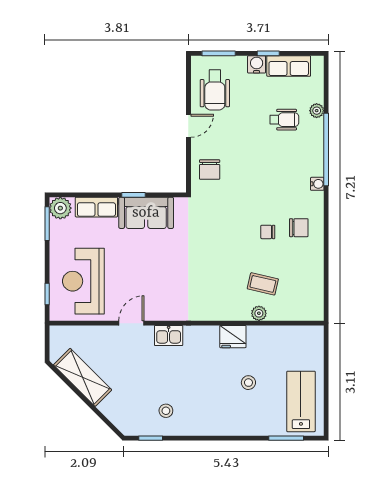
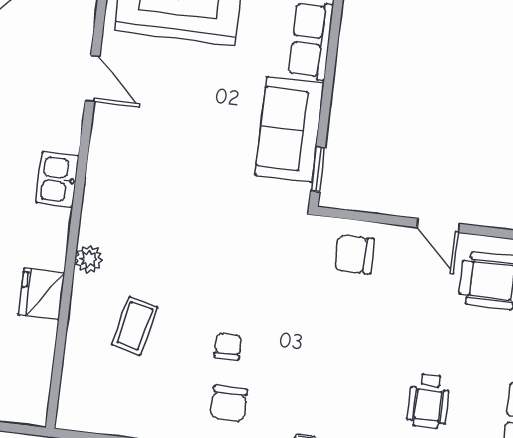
window: (133, 195) -> (318, 169), moved
plant: (259, 313) -> (89, 259), moved
kitchen sink: (169, 336) -> (57, 180), moved
fridge: (233, 337) -> (42, 294), moved

